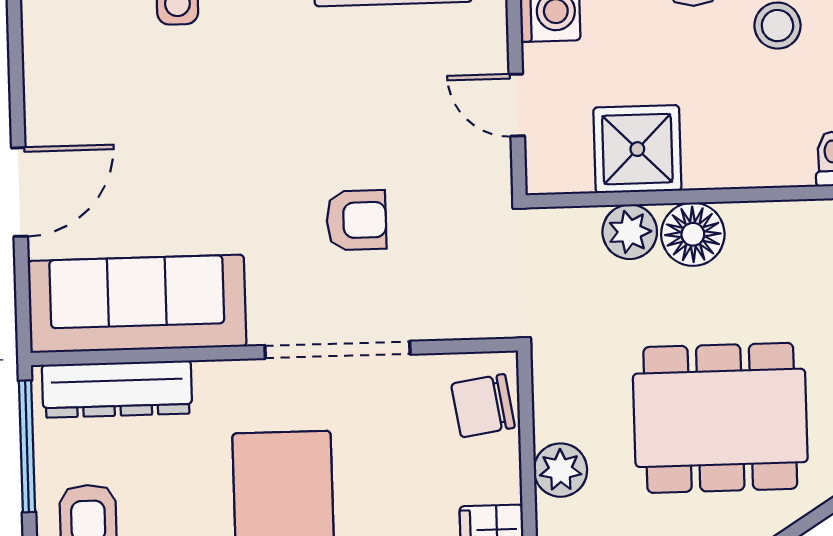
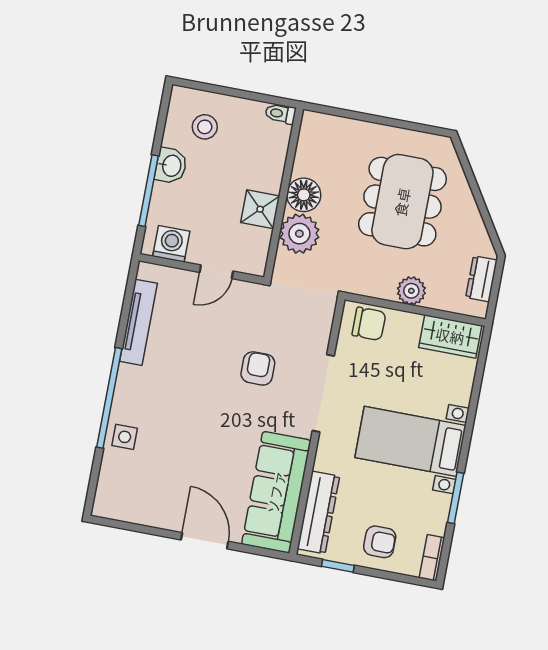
shower: (637, 149) -> (260, 209), width x0.73, depth x0.73
plant: (630, 232) -> (299, 234), width x1.36, depth x1.36
chair: (483, 406) -> (369, 324), turned -81
window: (27, 446) -> (338, 566), width x0.46

